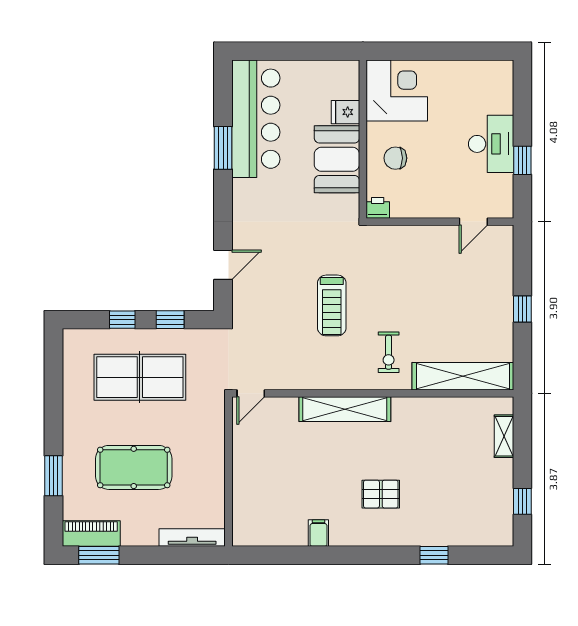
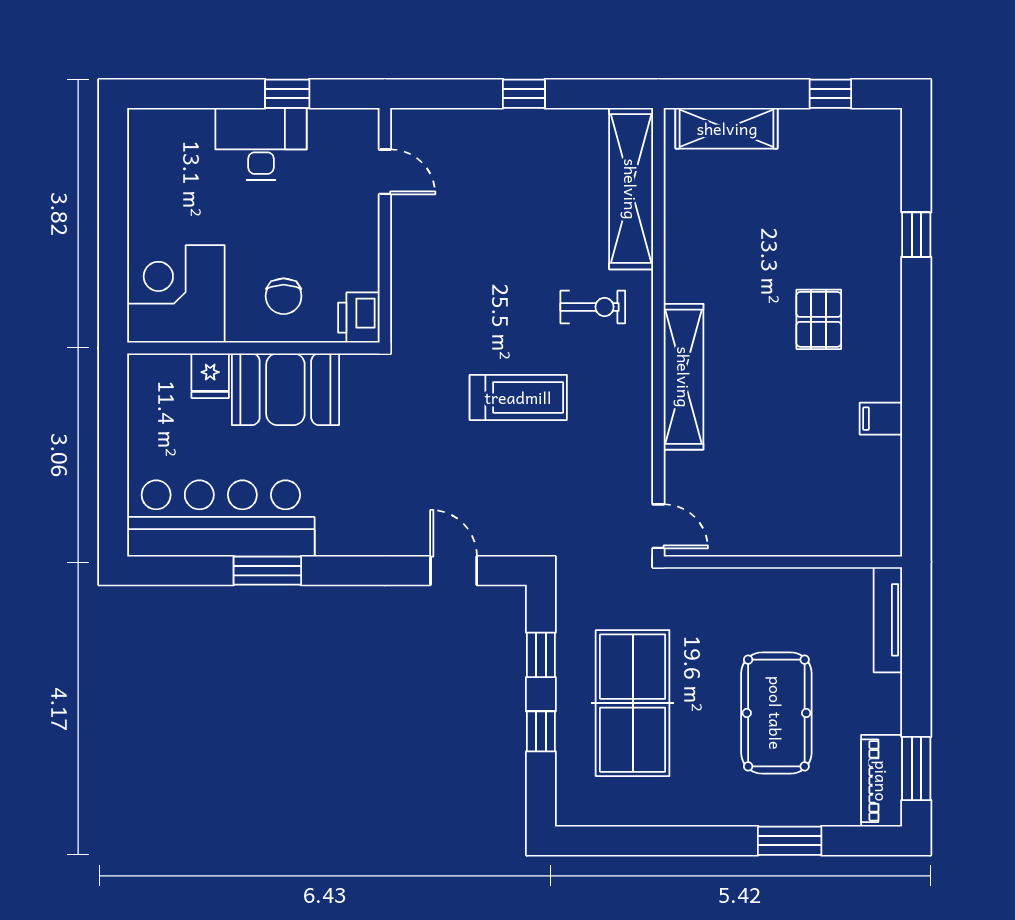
printer: (378, 208) -> (359, 318), width x1.36, depth x1.24
shelving: (504, 436) -> (727, 128), width x1.50, depth x1.33

